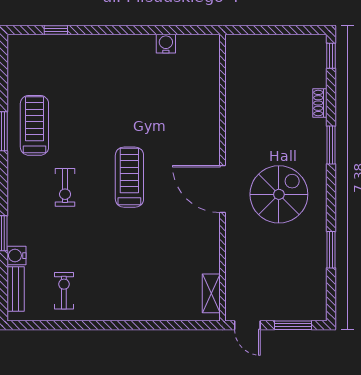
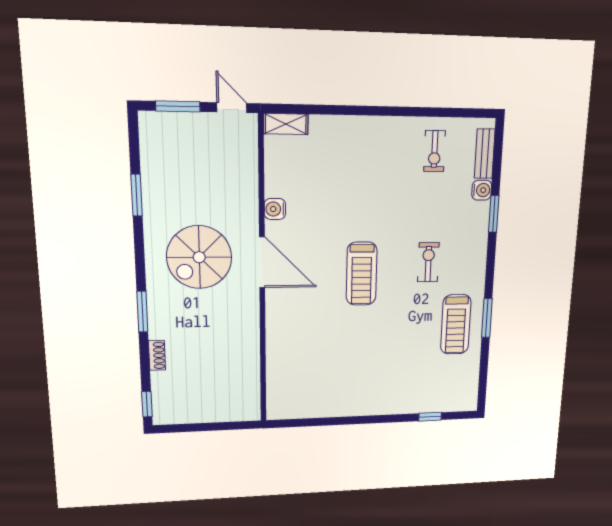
water cooler: (166, 44) -> (275, 209), moved, turned 90
shelving: (211, 293) -> (286, 124), moved, turned 90

